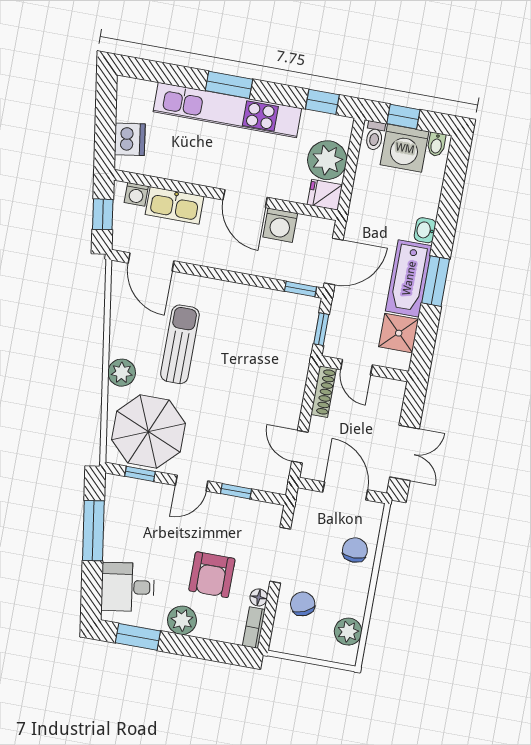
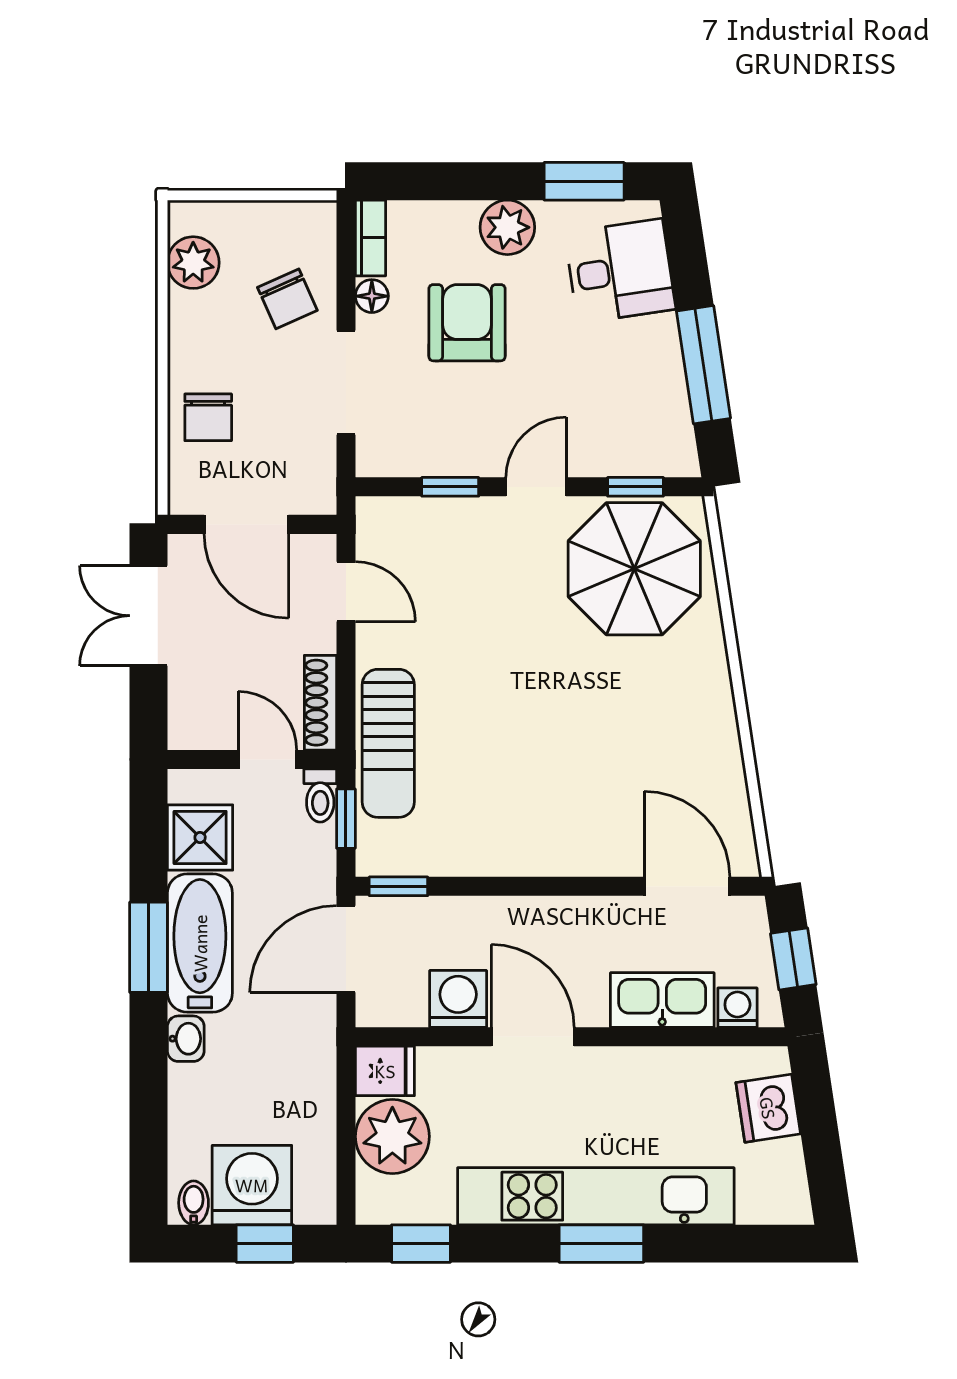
toilet: (375, 136) -> (320, 795), moved, turned 180
sun lounger: (180, 344) -> (388, 743), moved
plant: (122, 373) -> (704, 670), removed

